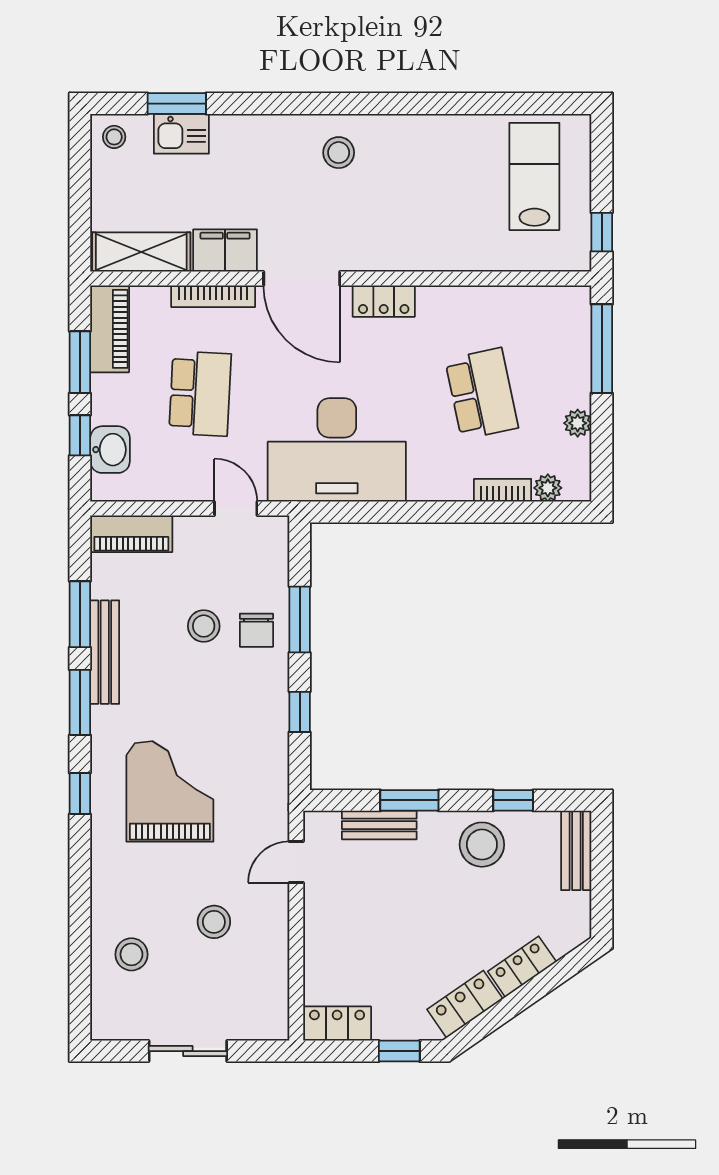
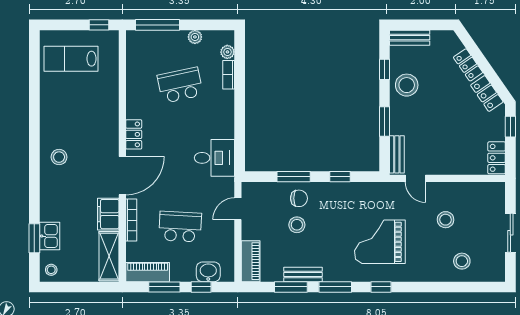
desk: (337, 450) -> (214, 158), width x0.53, depth x0.77
bench: (105, 652) -> (303, 275), width x0.73
bench: (379, 825) -> (397, 154), moved

